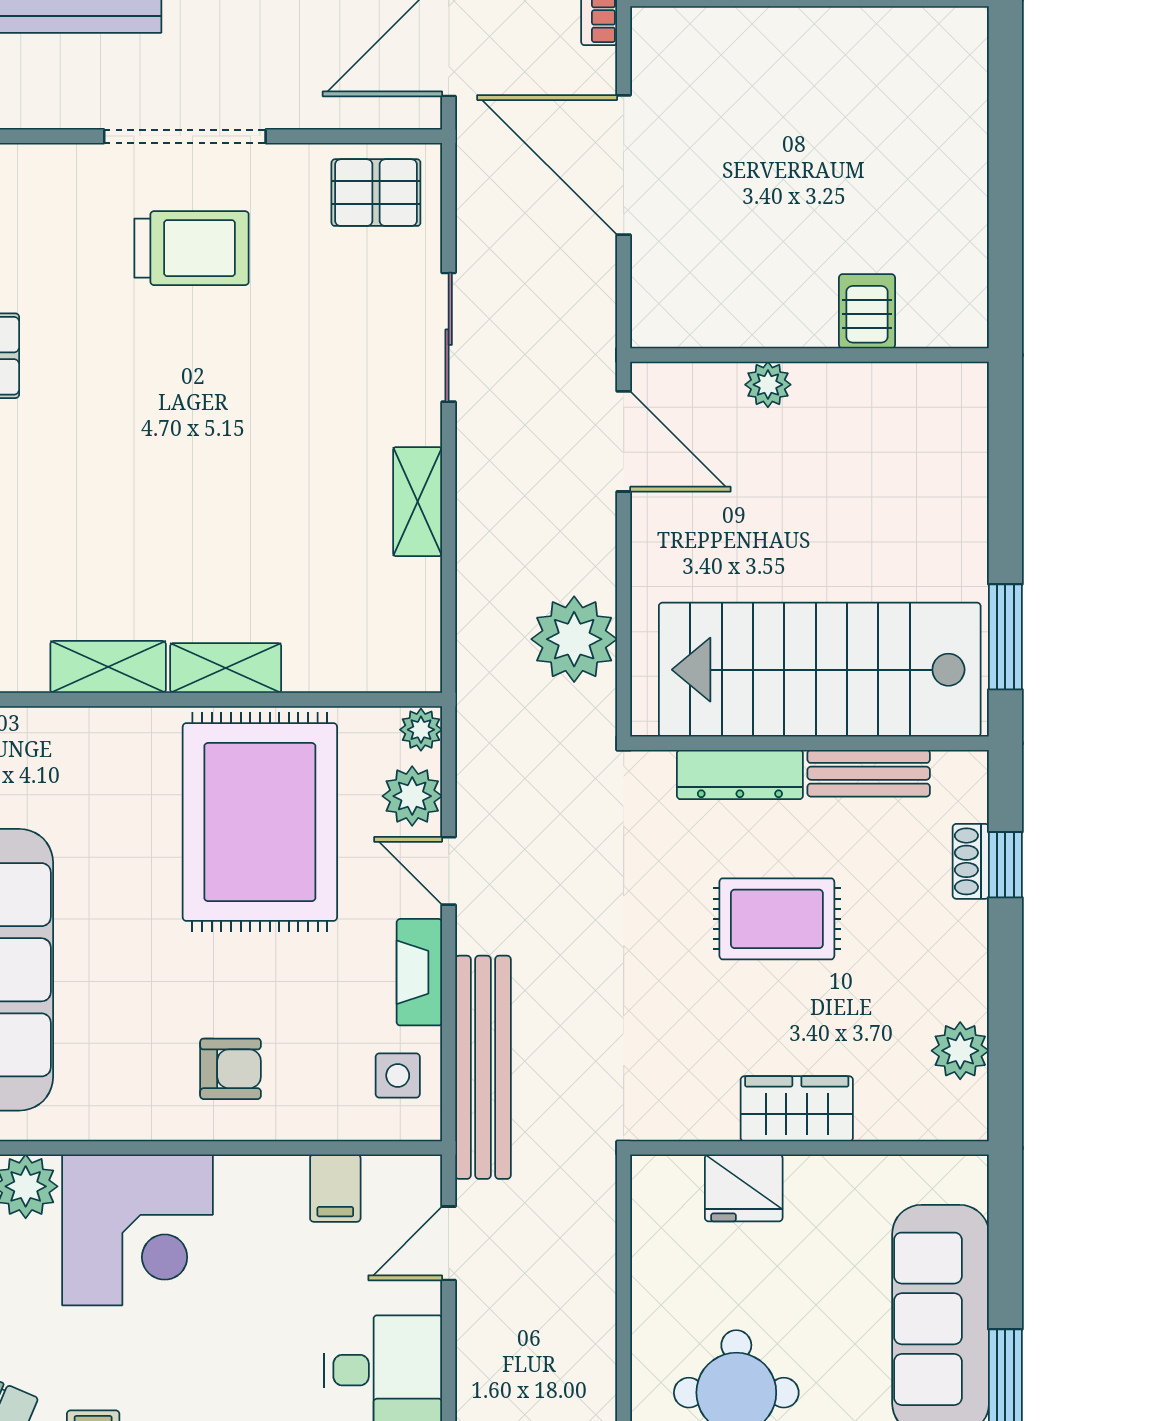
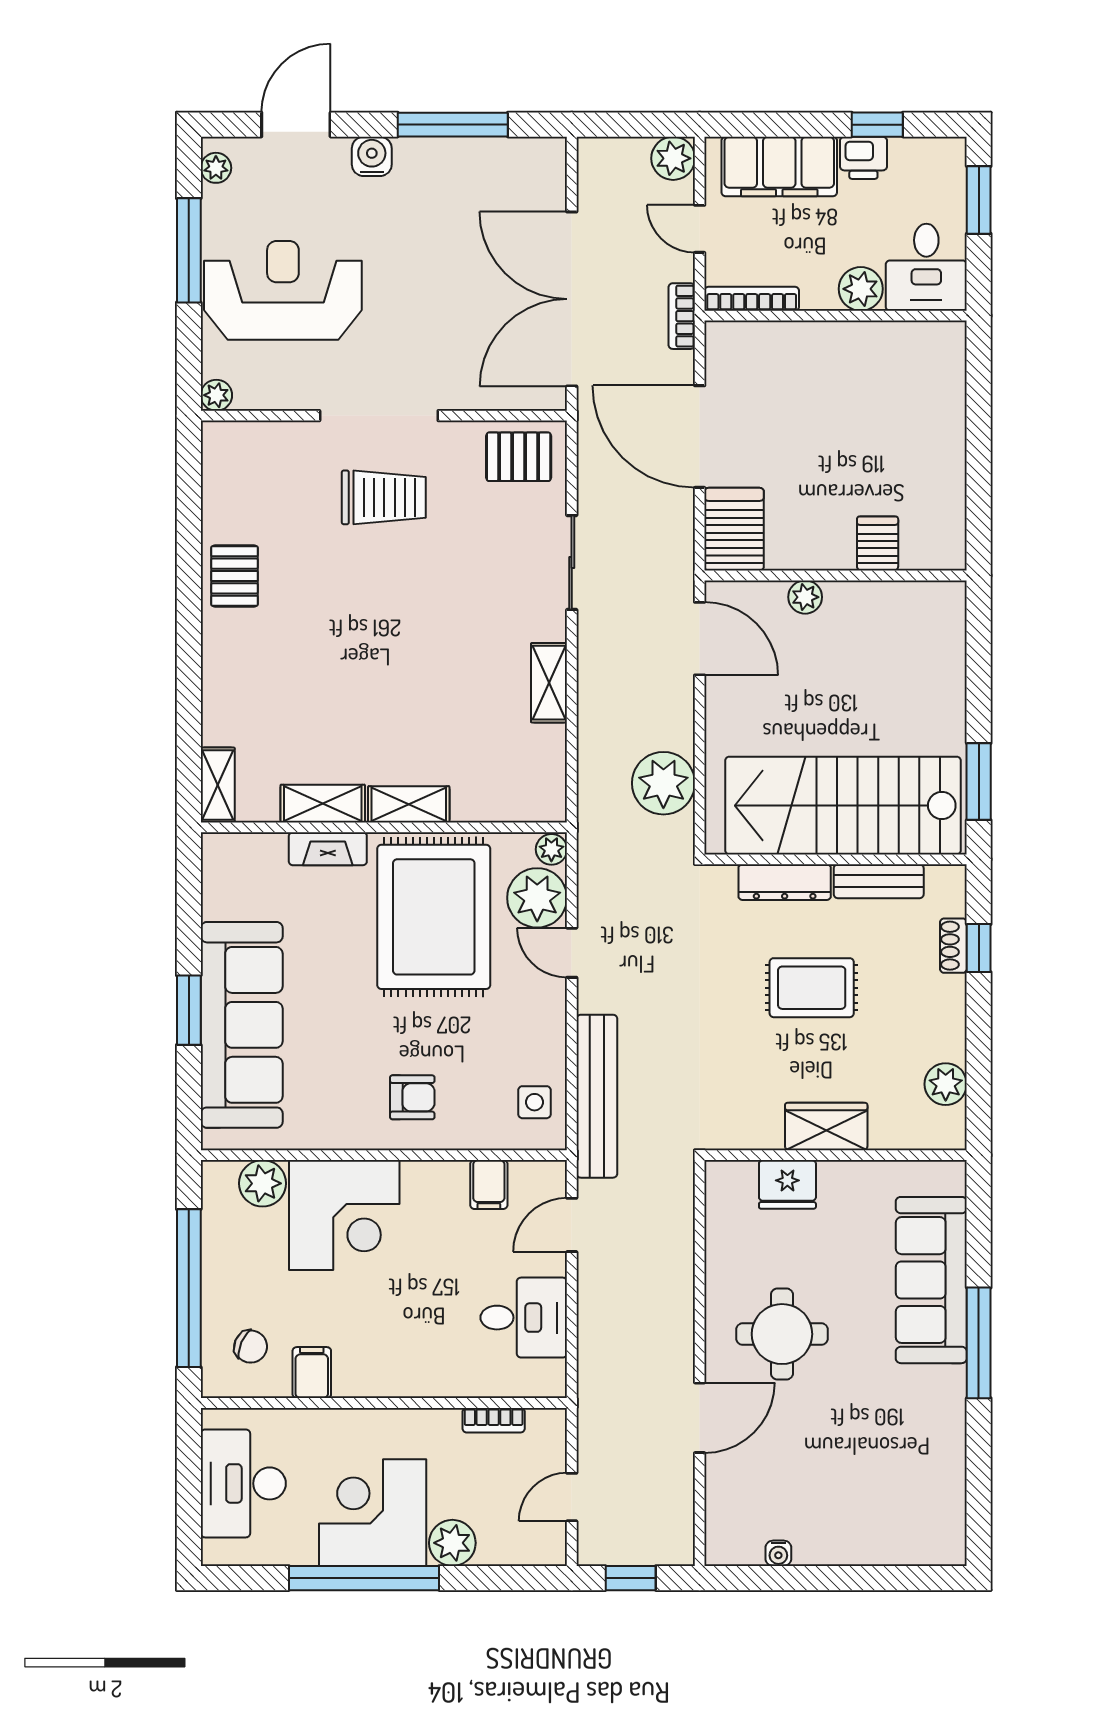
server rack: (671, 292) -> (734, 529), added
plant: (412, 796) -> (537, 898), width x1.36, depth x1.36
fireplace: (419, 972) -> (328, 849), moved, turned -90

